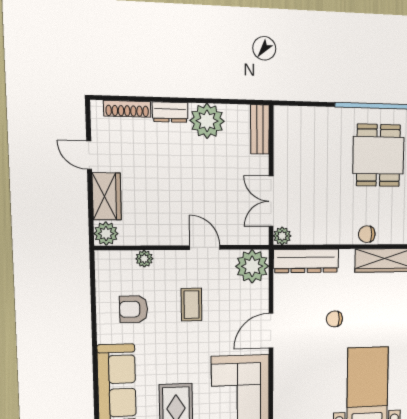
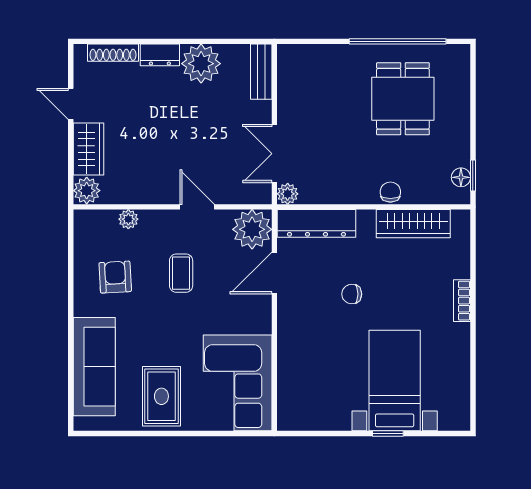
chair: (367, 234) -> (390, 192), turned 90
armchair: (134, 309) -> (115, 277), turned 87
door: (271, 331) -> (274, 273), moved

